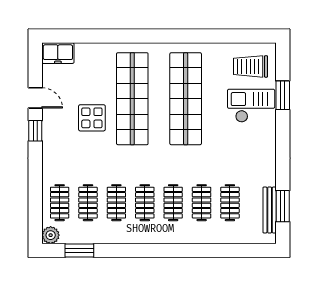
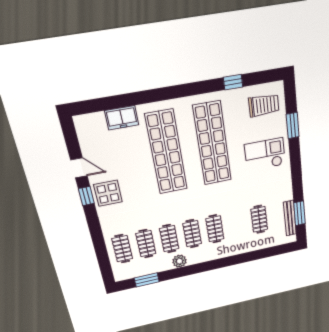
window: (218, 36) -> (233, 82), added
freezer: (58, 53) -> (122, 118), moved
trolley: (251, 66) -> (264, 105), turned 180
checkout: (251, 106) -> (265, 155), moved
display table: (92, 118) -> (108, 193), moved
clothes rail: (202, 203) -> (237, 224), removed
plant: (51, 235) -> (179, 261), moved

